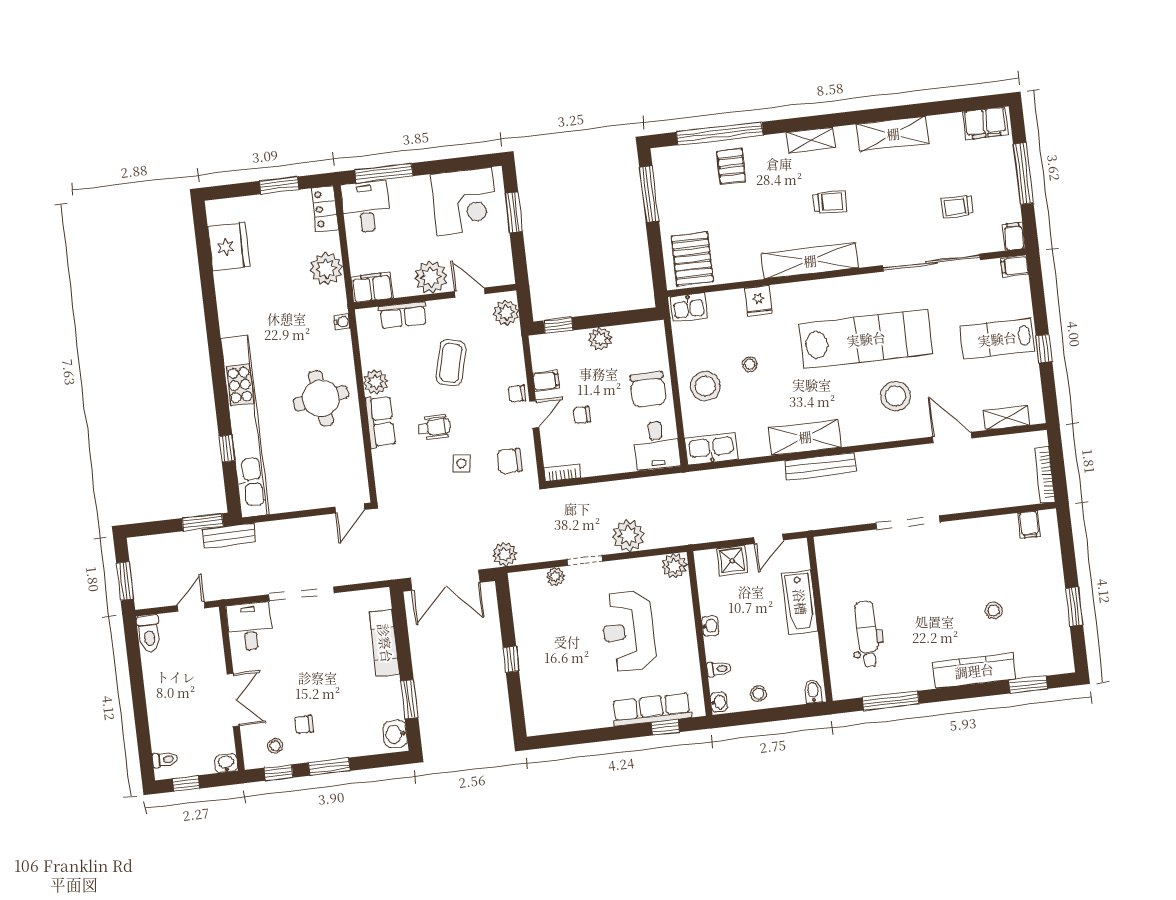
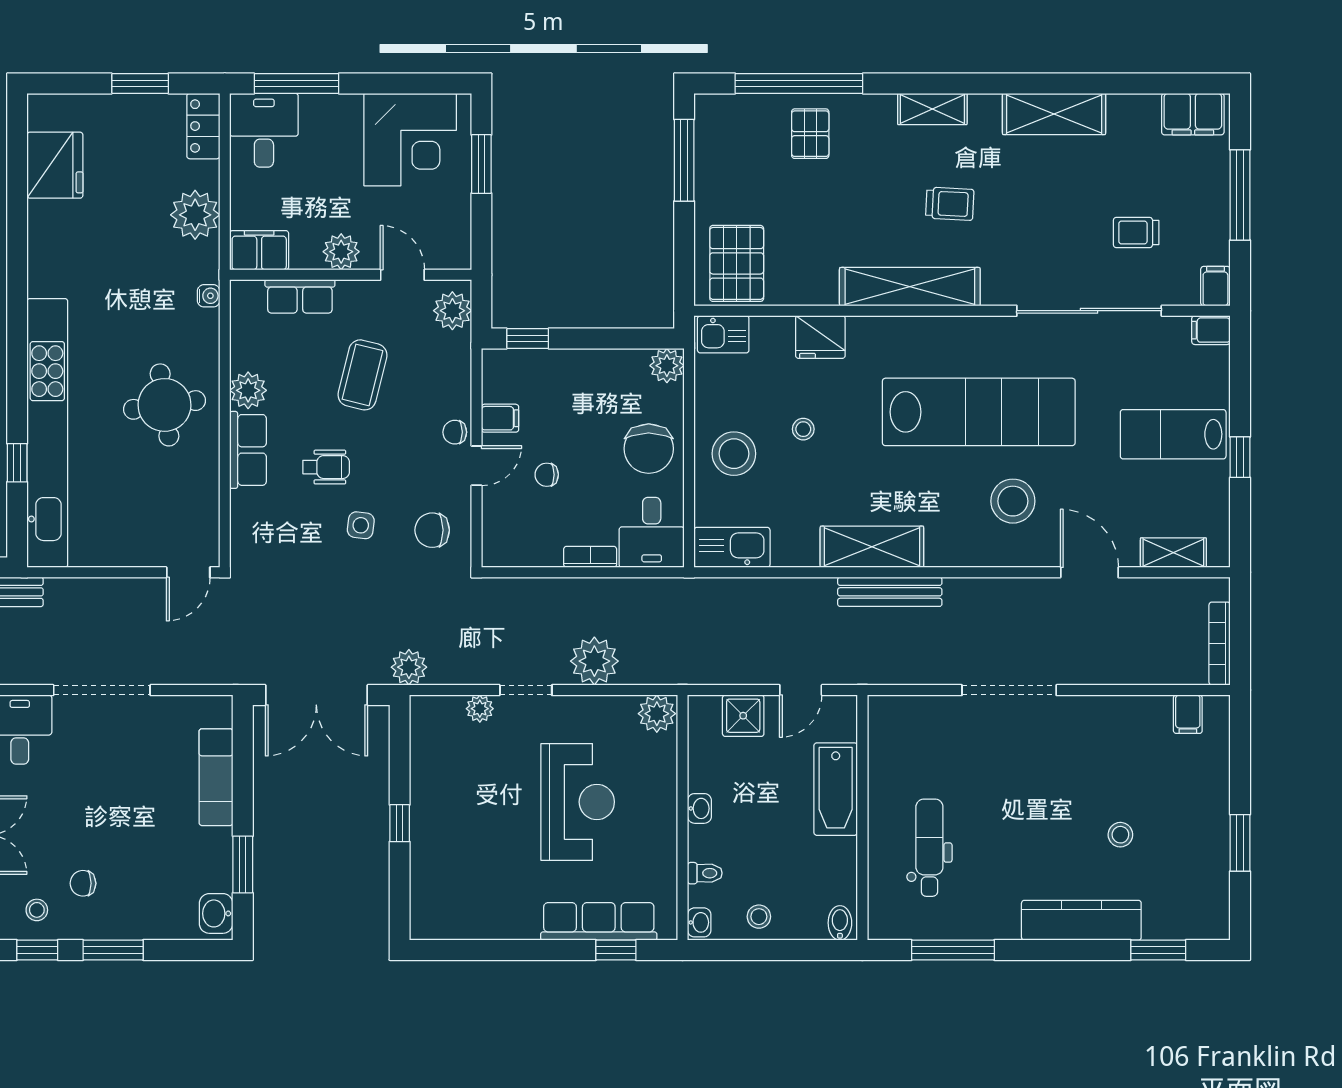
plant: (431, 277) -> (341, 252), width x0.73, depth x0.73
fridge: (759, 301) -> (820, 337), width x1.38
plant: (600, 339) -> (667, 366), moved
bookcase: (562, 473) -> (590, 557), moved
reception desk: (628, 631) -> (578, 802), turned 180

